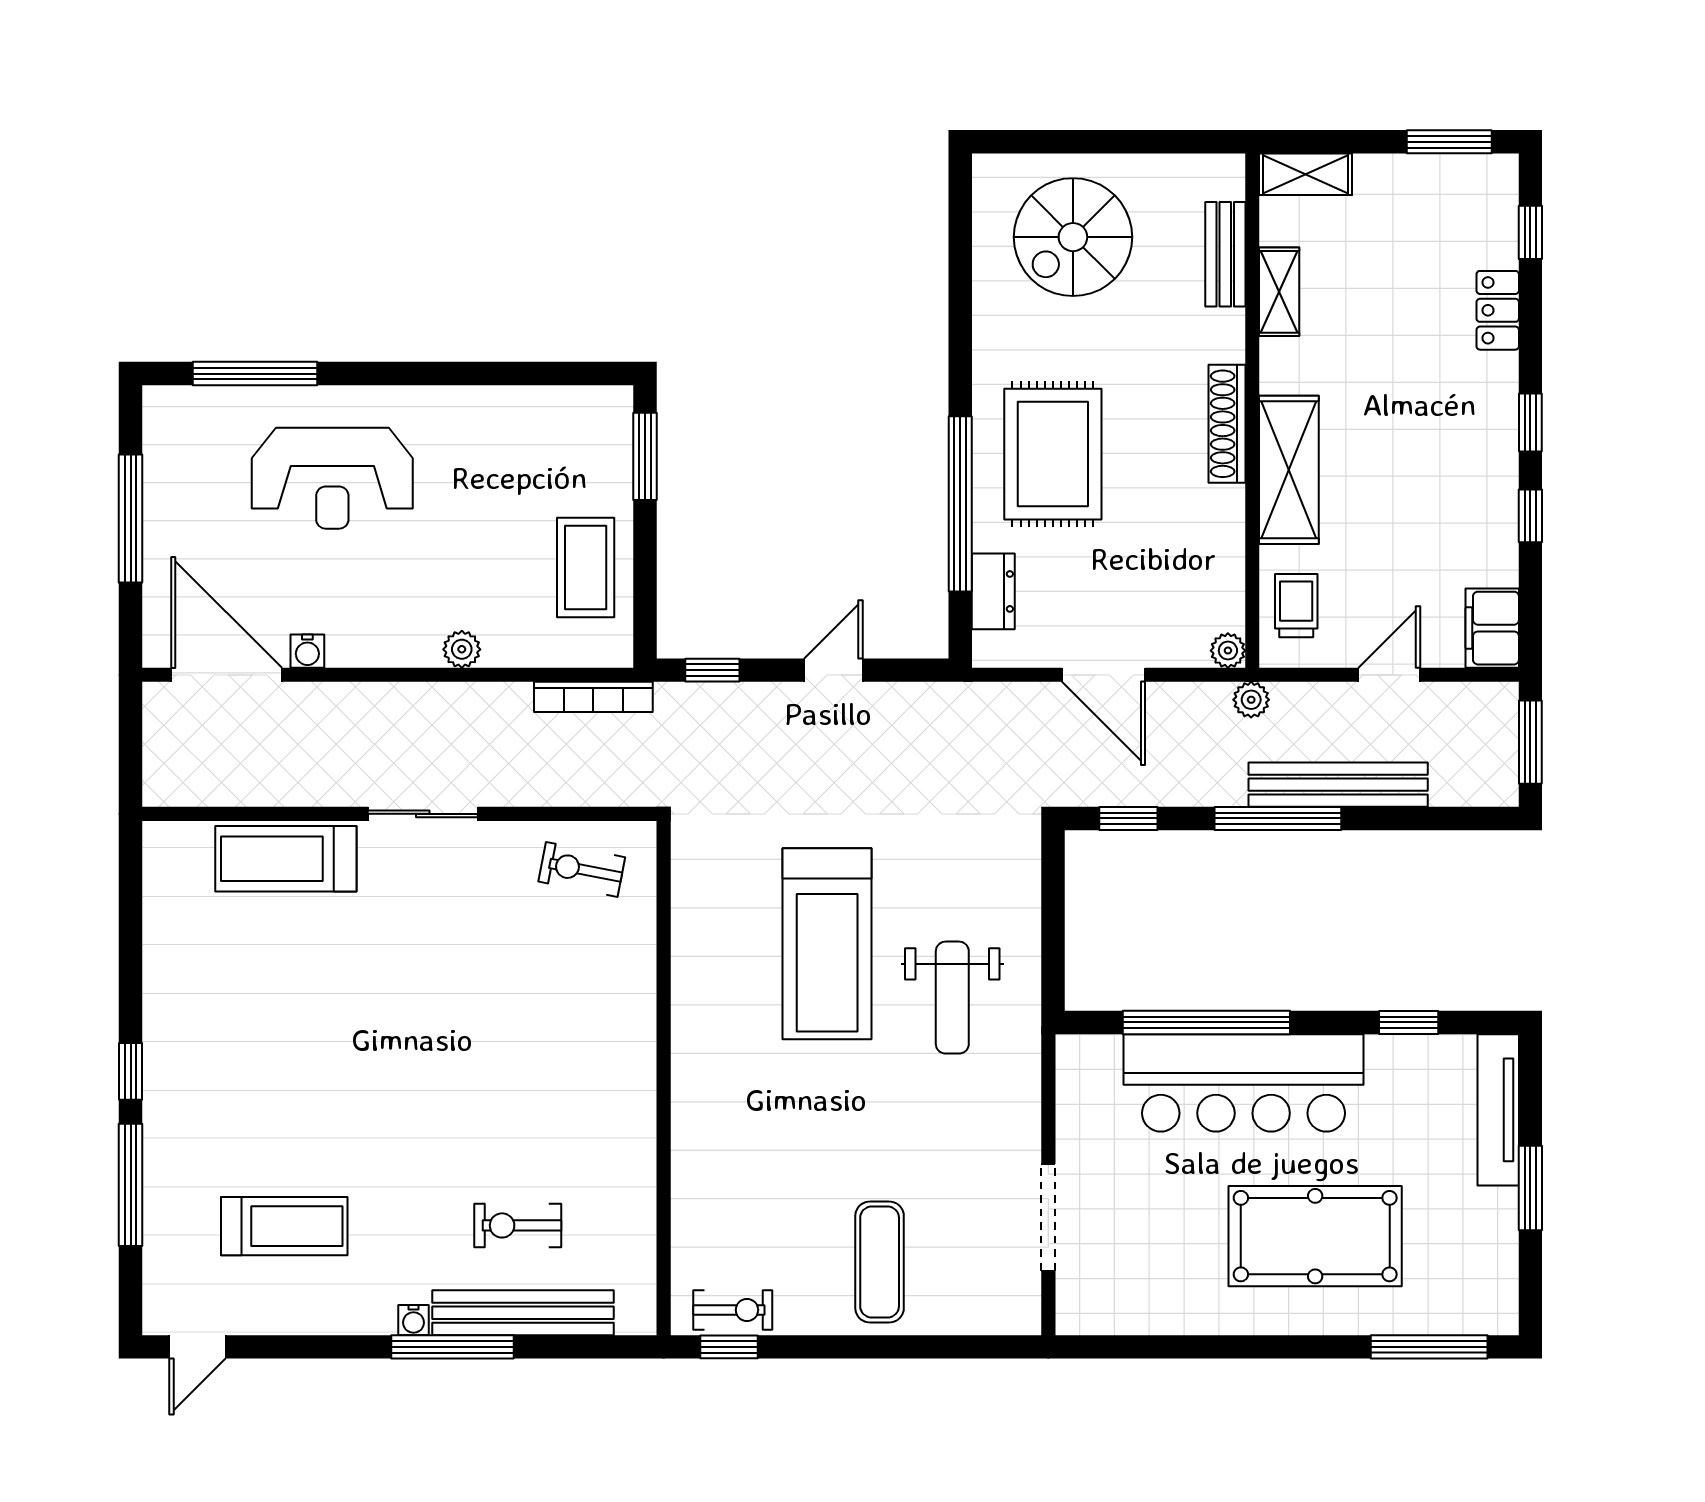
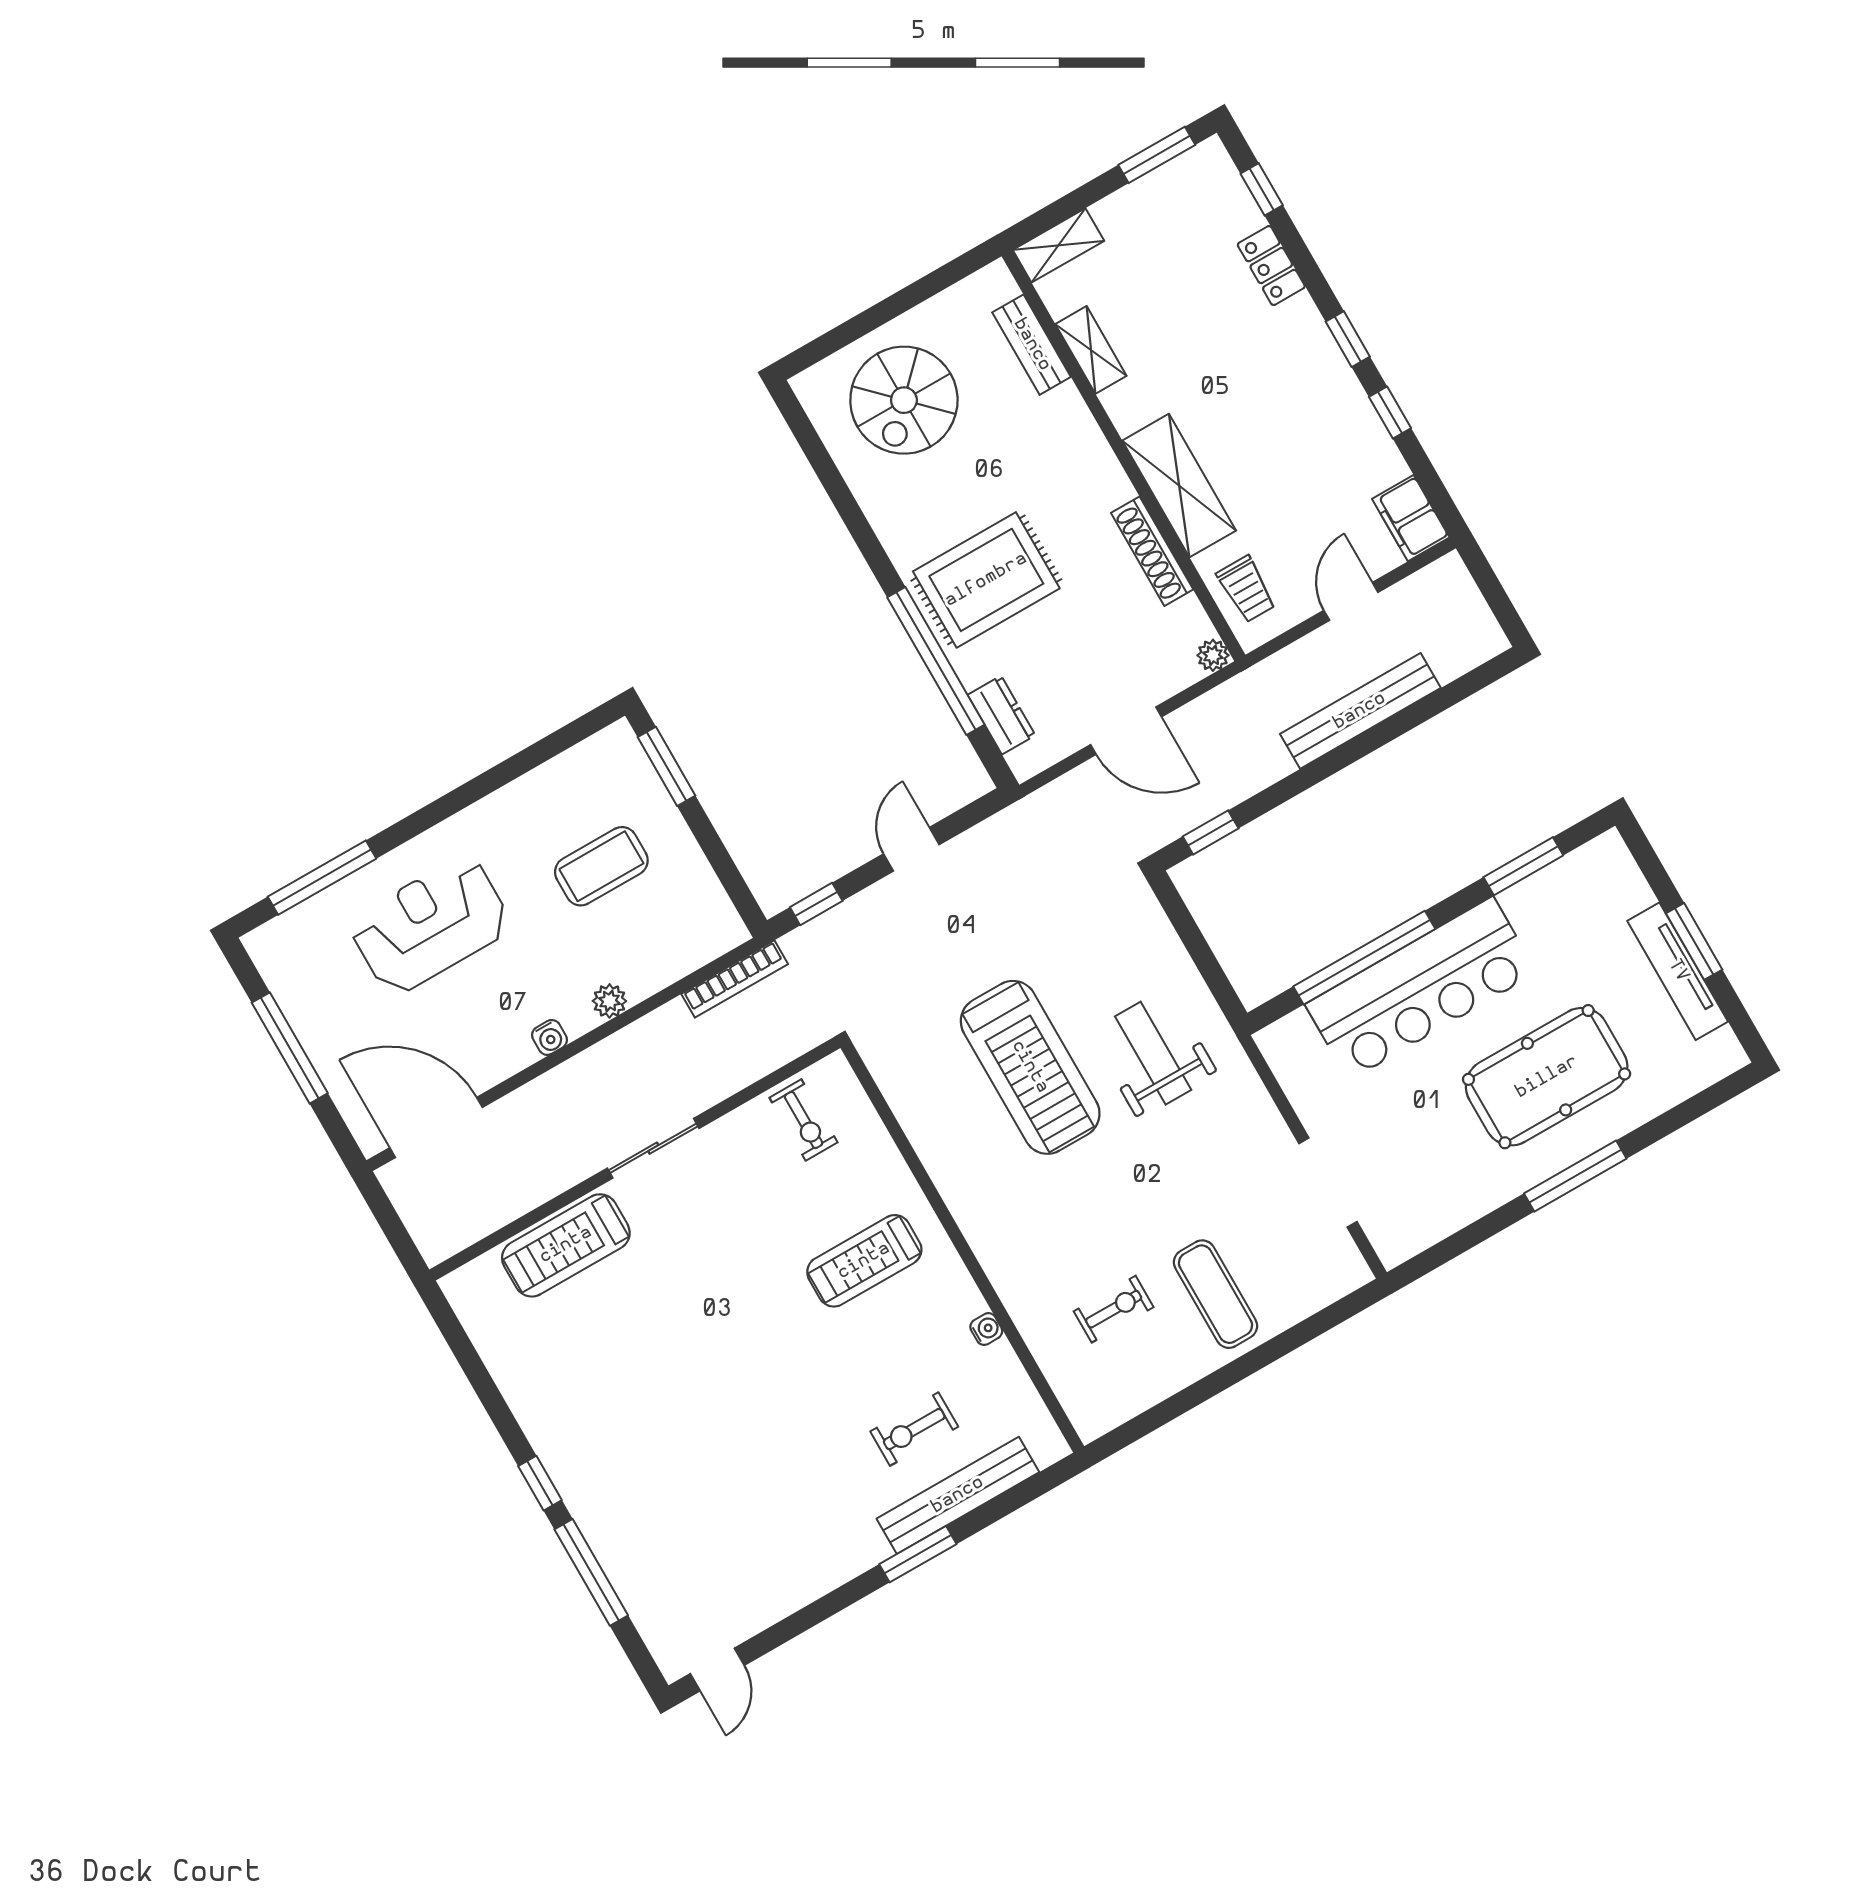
shoe rack: (1227, 424) -> (1152, 551), moved
rug: (1053, 454) -> (986, 580), turned 90
reception desk: (332, 478) -> (430, 925), turned 180
coffee table: (586, 568) -> (601, 866), moved, turned 90
trolley: (1296, 606) -> (1246, 589), turned 180
water cooler: (307, 651) -> (549, 1037), moved
plant: (1251, 700) -> (1253, 684), removed
window: (1530, 742) -> (1492, 591), removed
window: (1278, 818) -> (1328, 765), removed
exercise bike: (582, 869) -> (804, 1120), turned -101
weight bench: (952, 998) -> (1153, 1053), turned 180
window: (1409, 1022) -> (1523, 866), width x1.50
tv unit: (1498, 1110) -> (1678, 971), moved
treadmill: (284, 1226) -> (864, 1261), moved, turned 180
exercise bike: (733, 1310) -> (1114, 1309), moved
water cooler: (413, 1320) -> (986, 1329), moved, turned -90
window: (453, 1347) -> (918, 1554), width x0.69
window: (729, 1347) -> (1135, 1429), removed
window: (1429, 1347) -> (1575, 1176), moved

